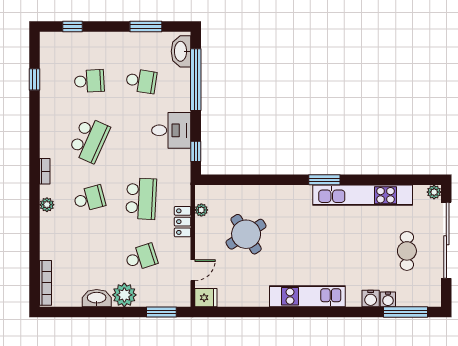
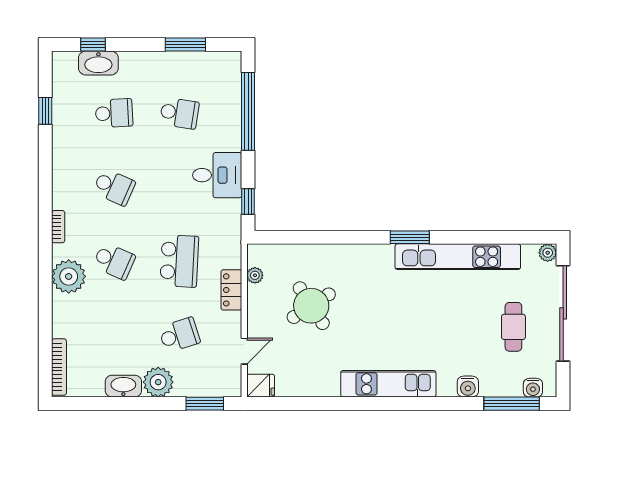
washbasin: (181, 51) -> (98, 63), moved, turned -90
school desk: (89, 140) -> (114, 187), width x0.54
school desk: (89, 199) -> (114, 261), turned 39
plant: (47, 205) -> (69, 276), width x1.88, depth x1.88
water cooler: (388, 299) -> (533, 388), moved

